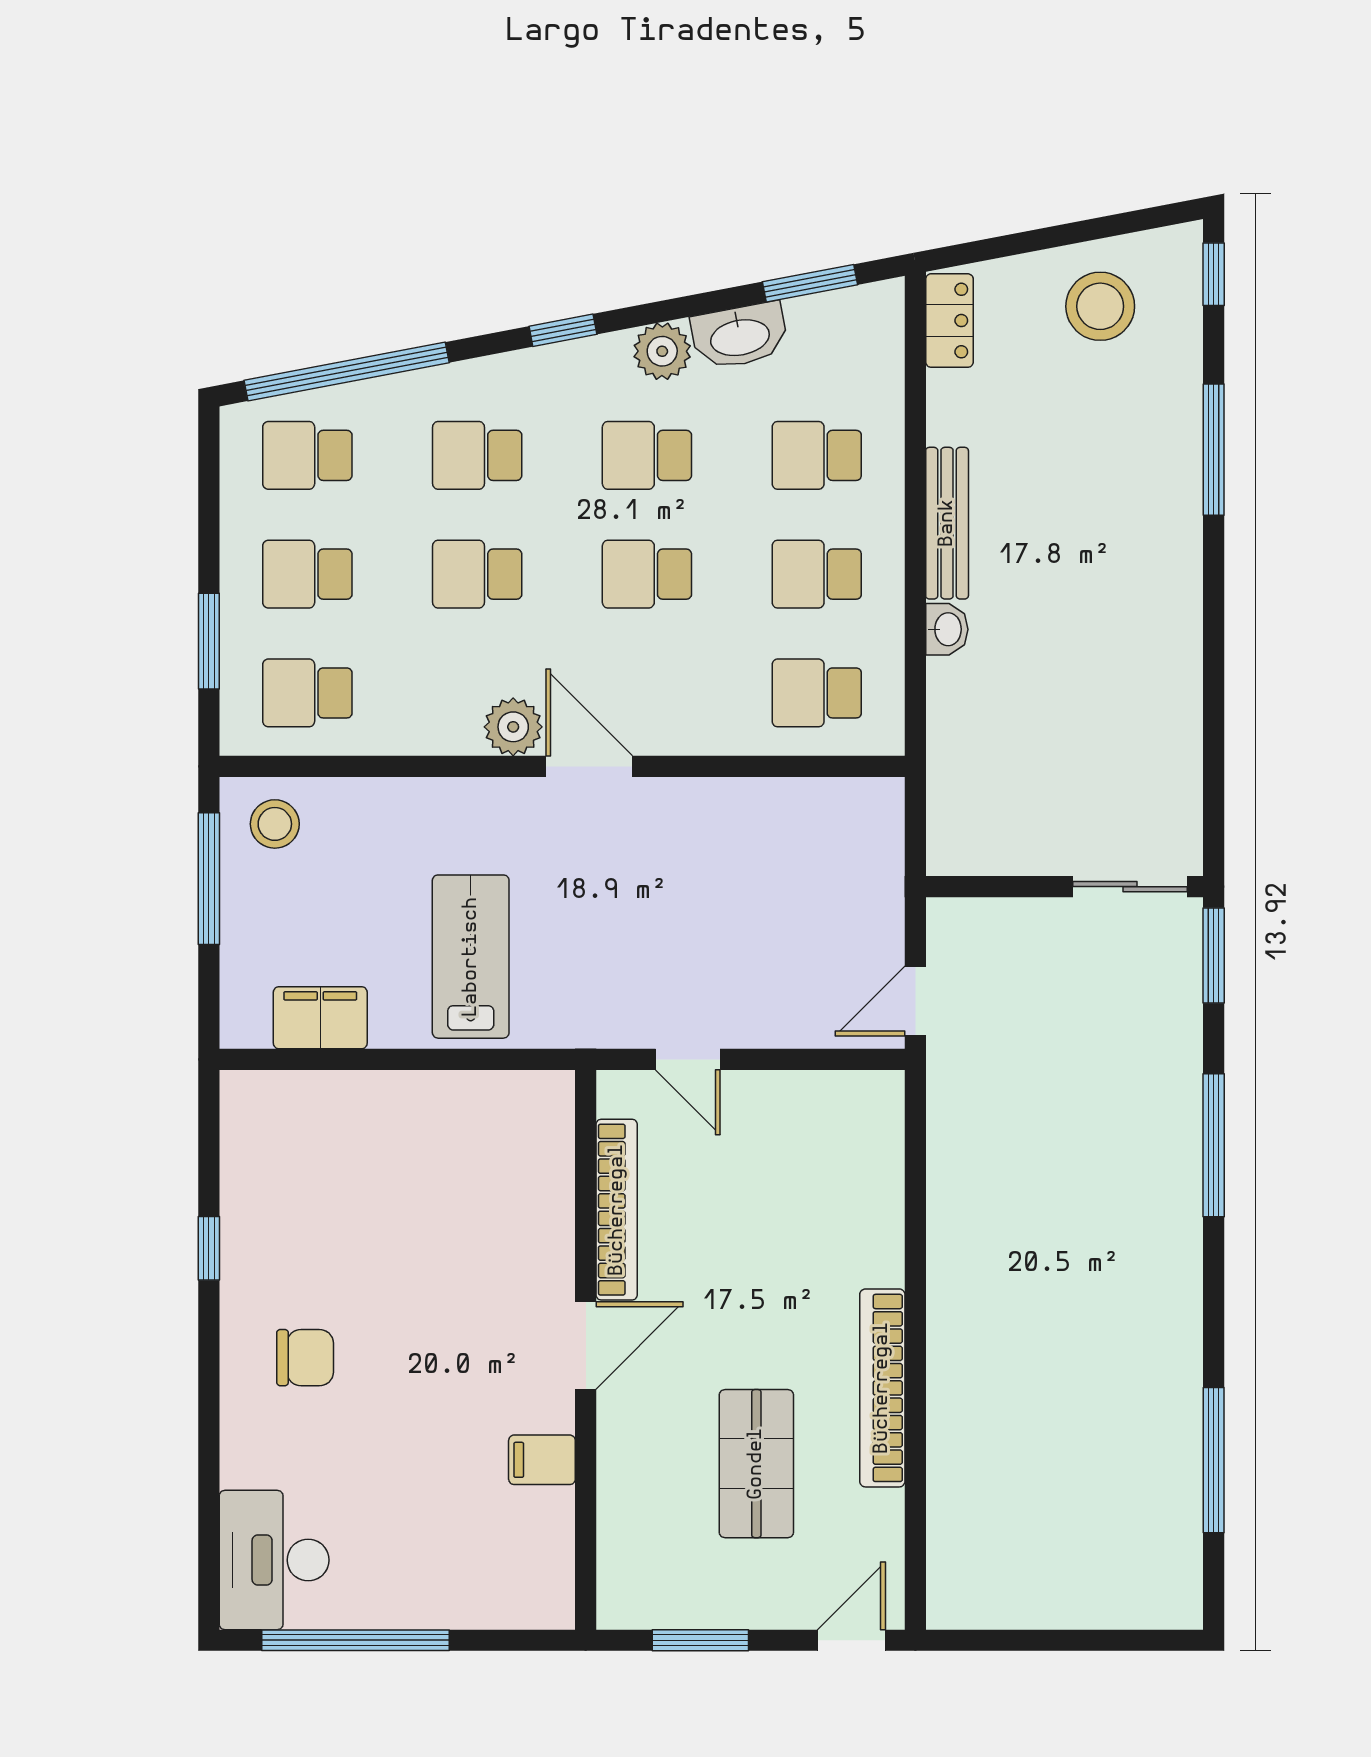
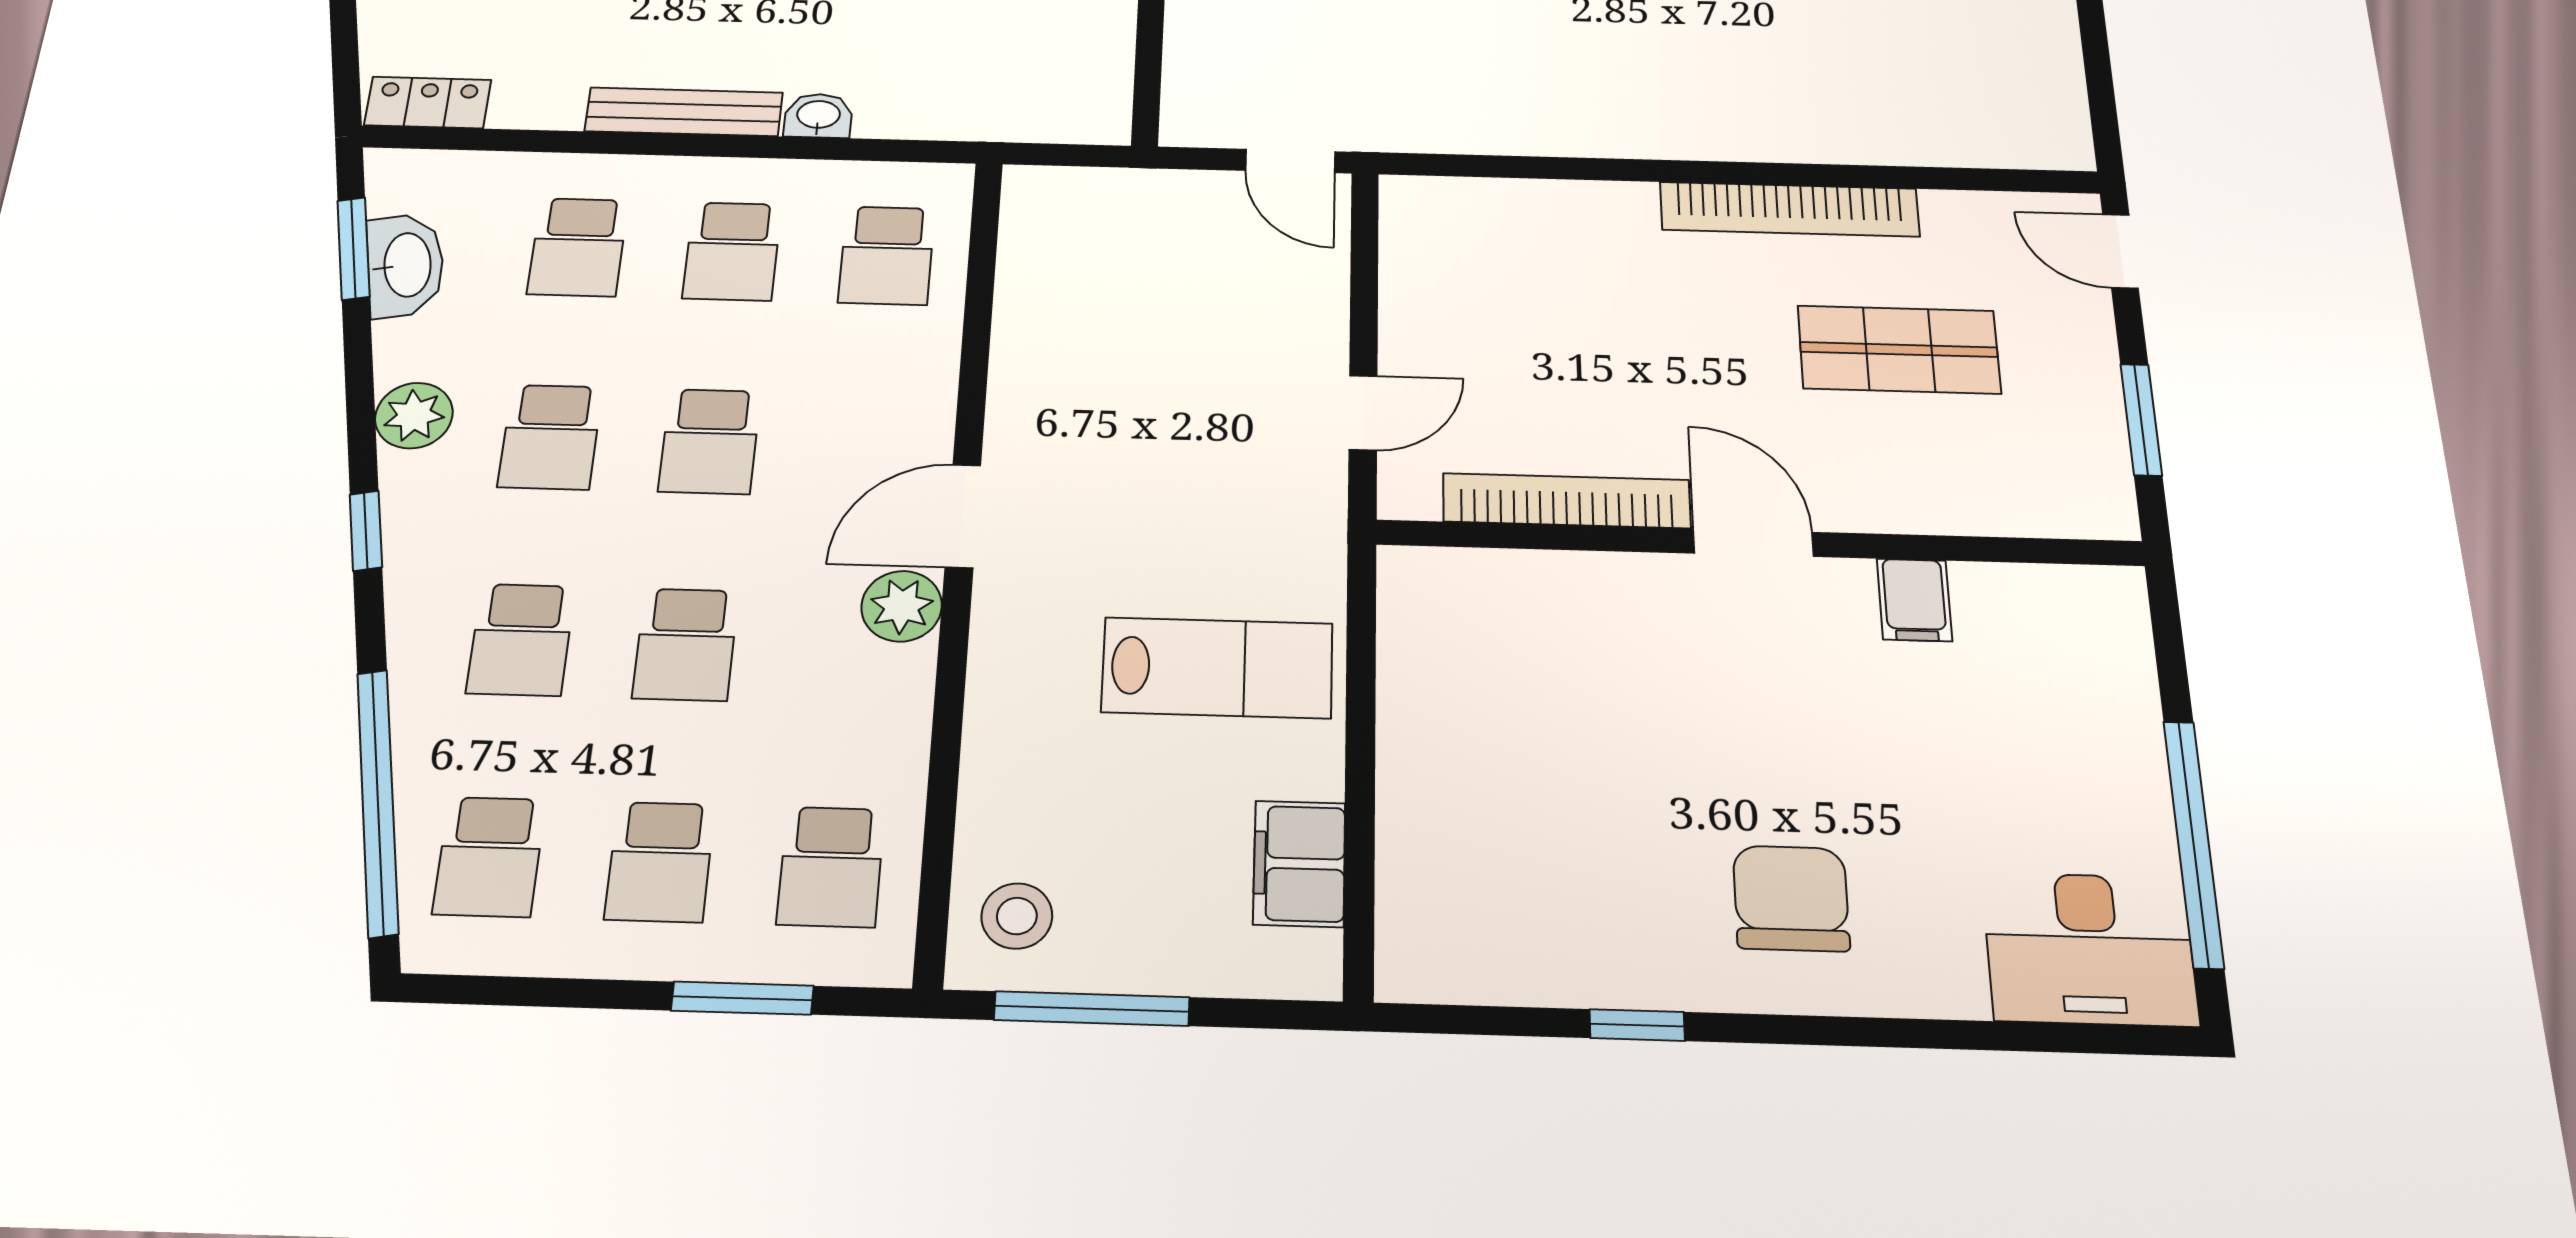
washbasin: (740, 336) -> (405, 265), moved
lab bench: (471, 957) -> (1217, 668), turned 180
chair: (305, 1358) -> (1791, 898), width x1.37, depth x1.37

